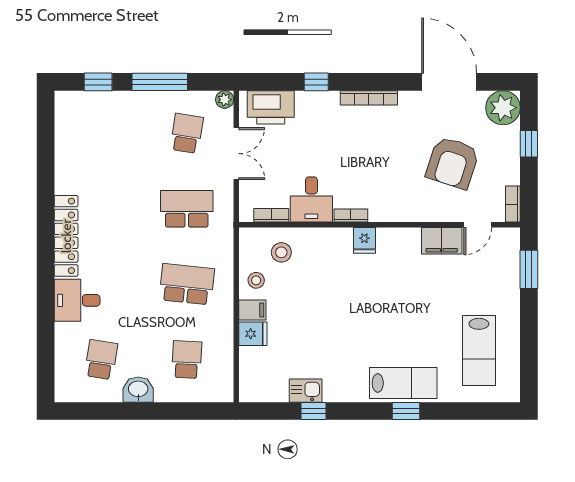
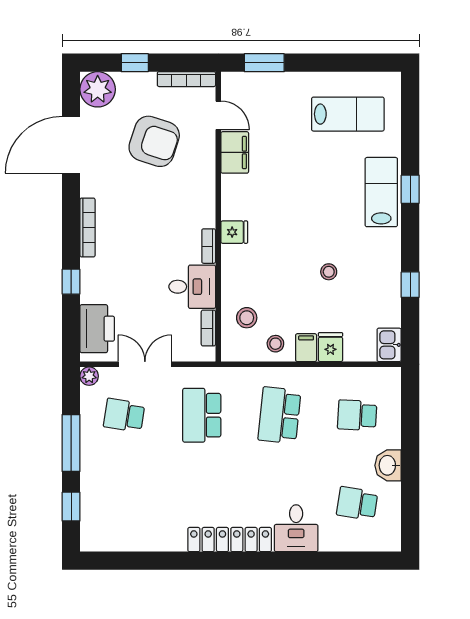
bookcase: (513, 204) -> (186, 79), width x1.56
stool: (326, 332) -> (329, 272), added
kitchen sink: (306, 391) -> (389, 345), moved

